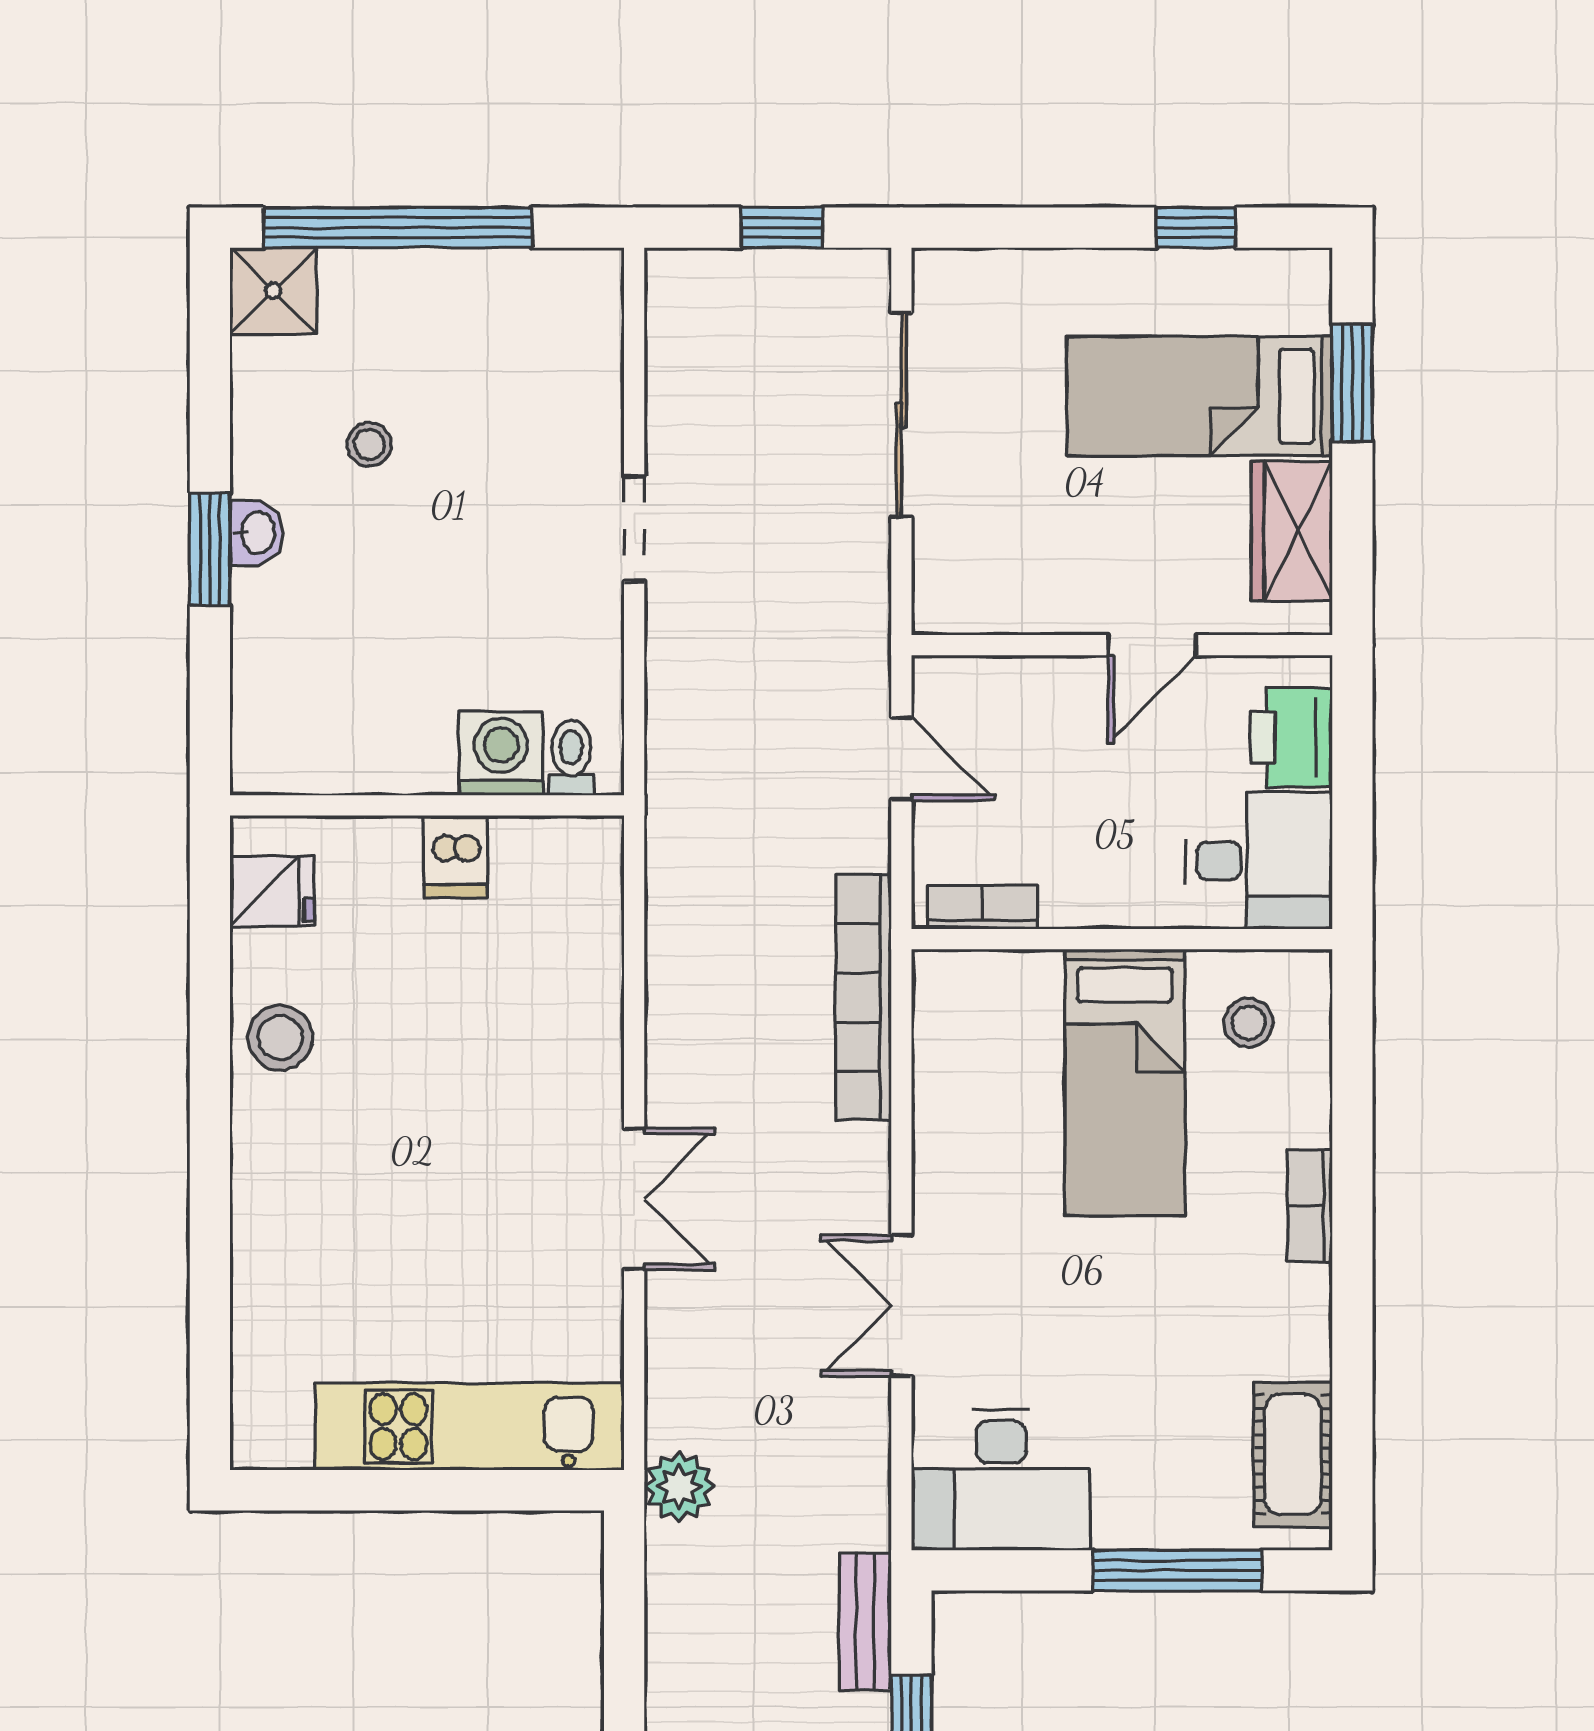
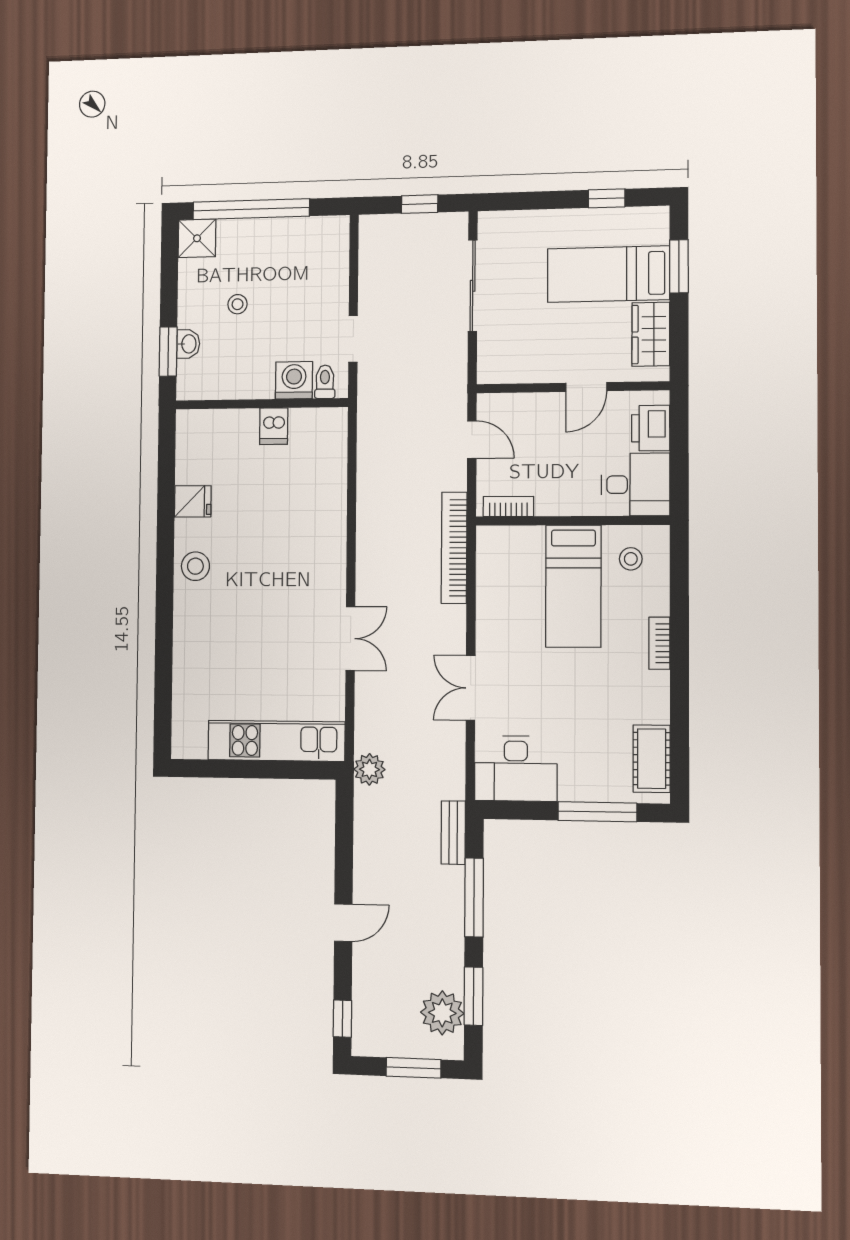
washing machine: (501, 753) -> (294, 380), moved
toilet: (571, 758) -> (325, 382), moved
wall: (427, 805) -> (261, 404), moved
dishwasher: (456, 857) -> (274, 426), moved

